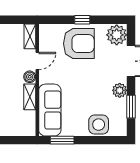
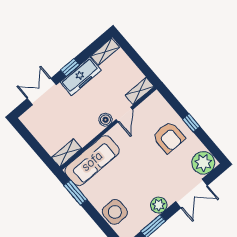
armchair: (79, 44) -> (169, 137), width x0.73, depth x0.73
door: (37, 61) -> (124, 115), hinge flipped
shelving: (30, 97) -> (67, 153), moved

